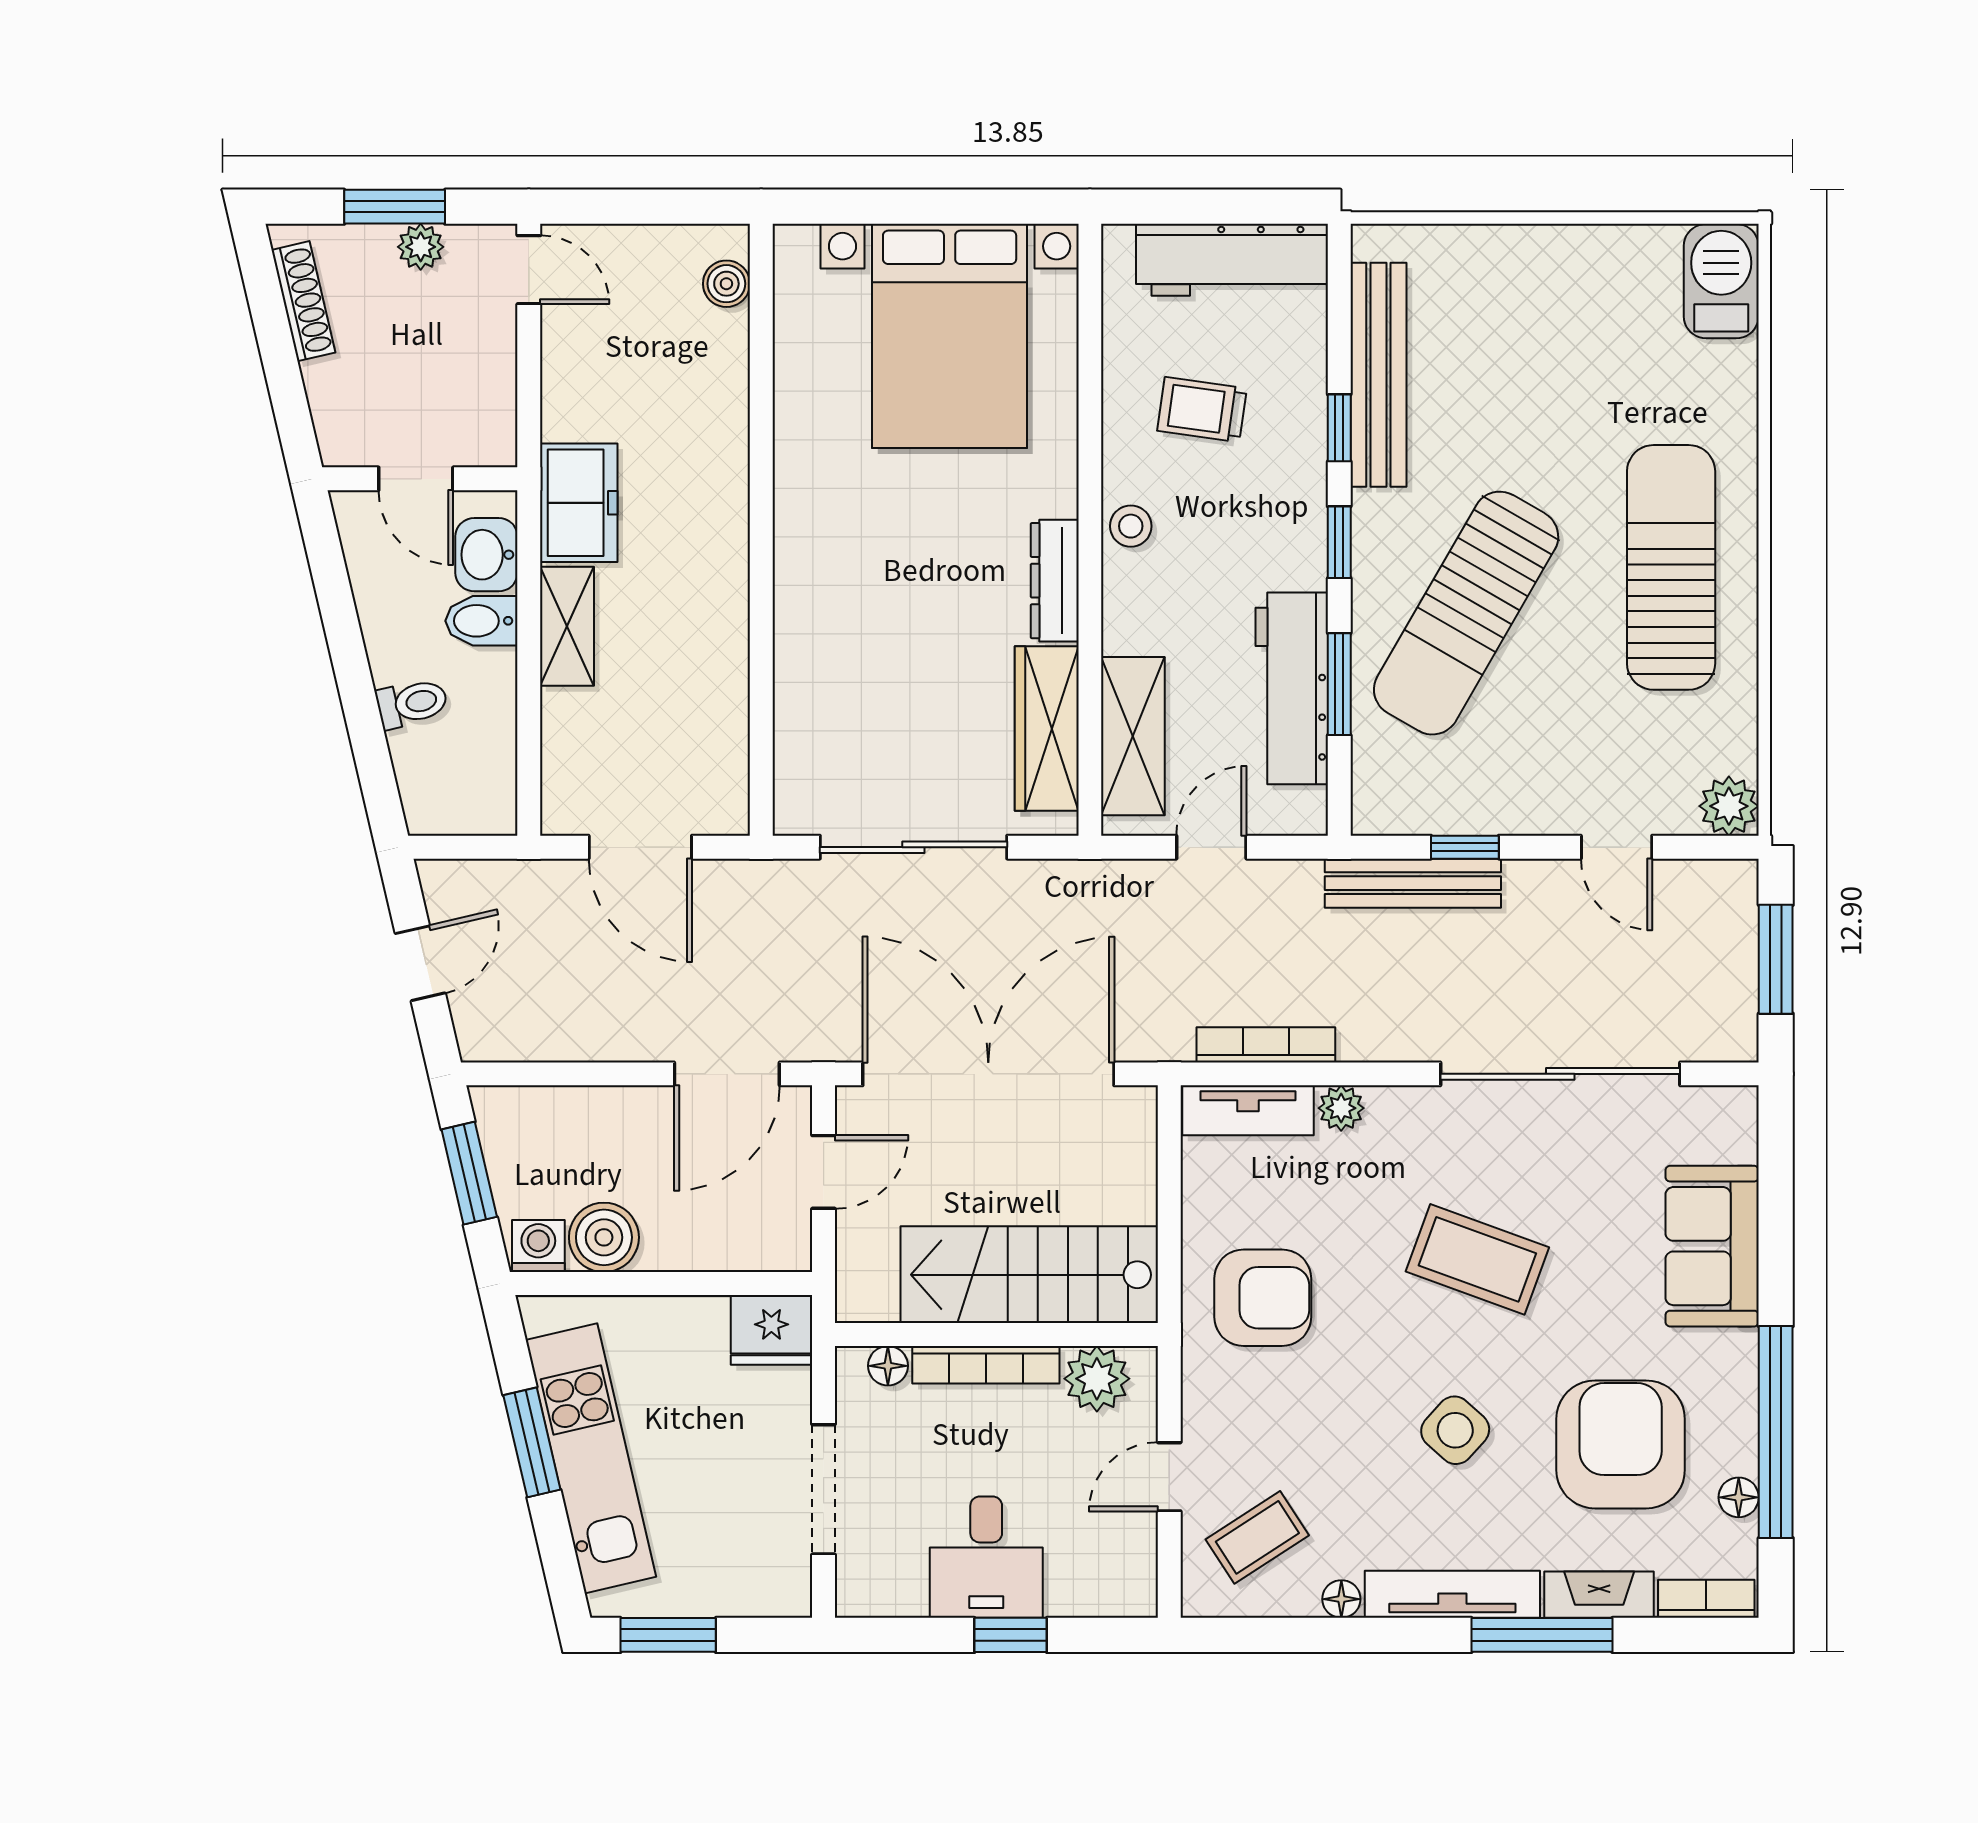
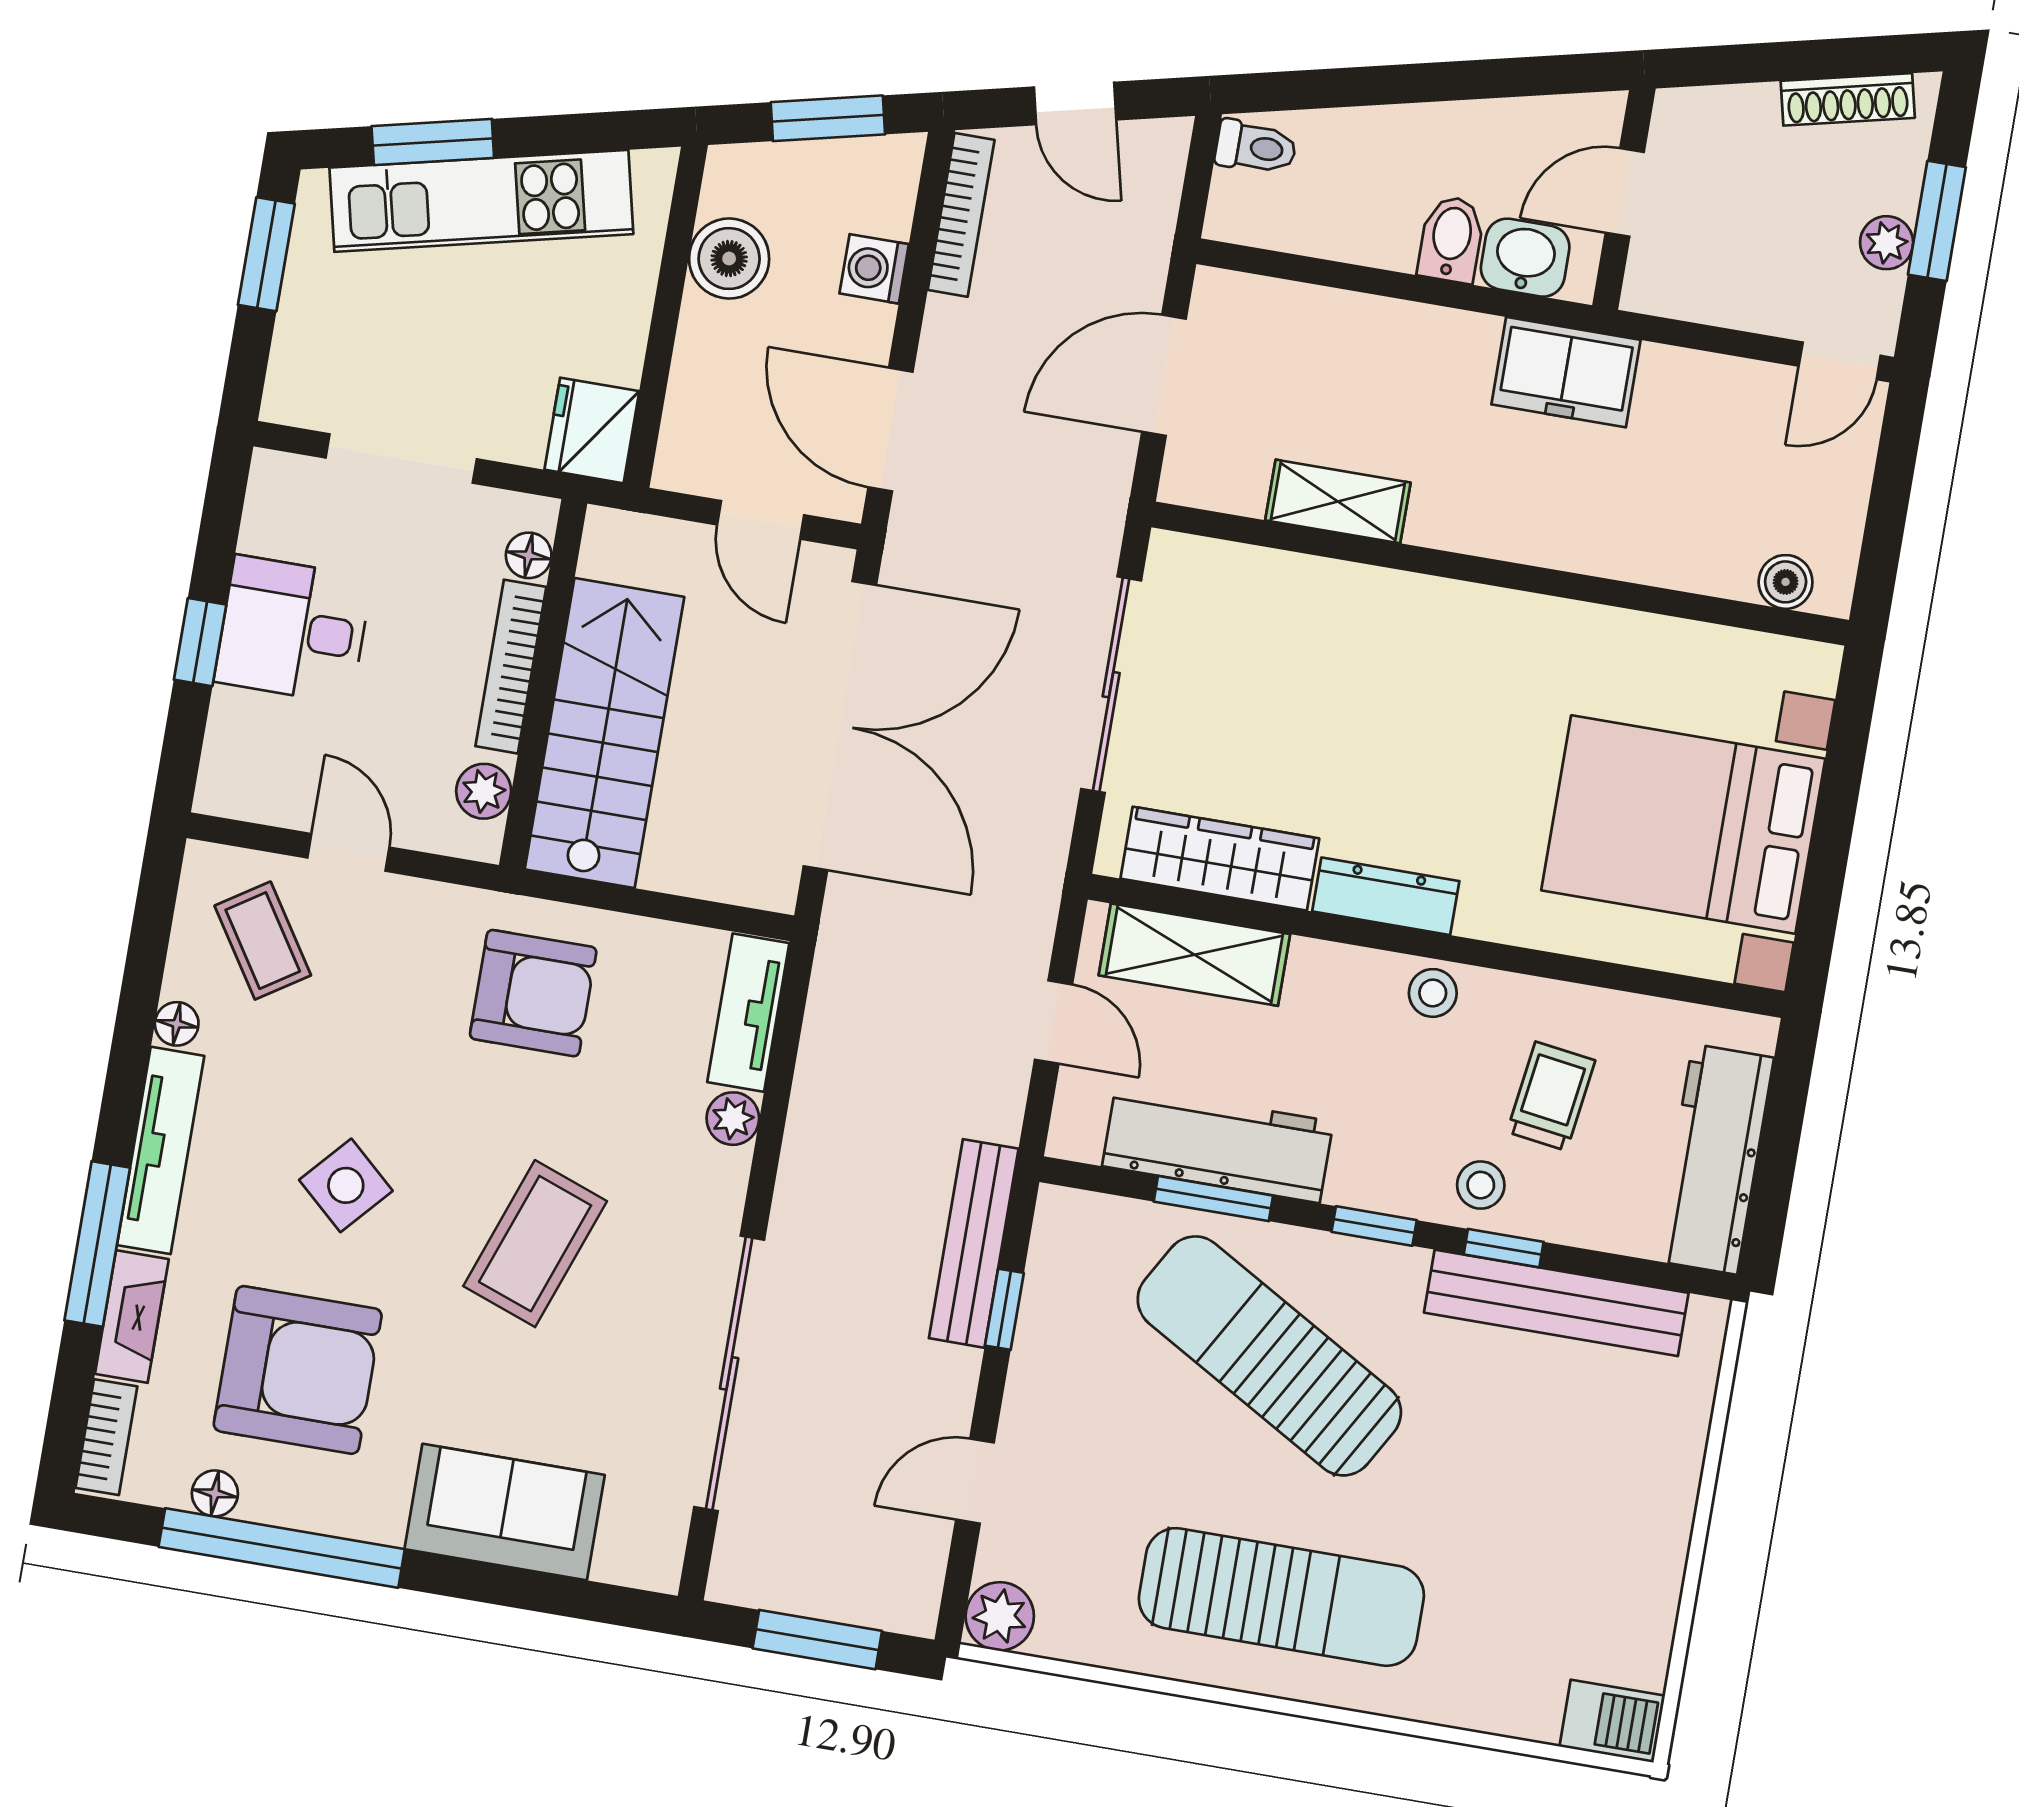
barbecue: (1721, 281) -> (1612, 1721), width x0.73, depth x0.79
stool: (1288, 457) -> (1481, 1185), added
shelving: (567, 626) -> (1338, 501), moved
toilet: (412, 703) -> (1256, 147), moved, turned -77
bookcase: (1266, 1045) -> (961, 215), moved
washing machine: (538, 1246) -> (874, 269), moved, turned 180
armchair: (1263, 1298) -> (533, 993), turned -90
plant: (1097, 1379) -> (484, 791), width x0.73, depth x0.73
window: (532, 1442) -> (433, 142), moved

